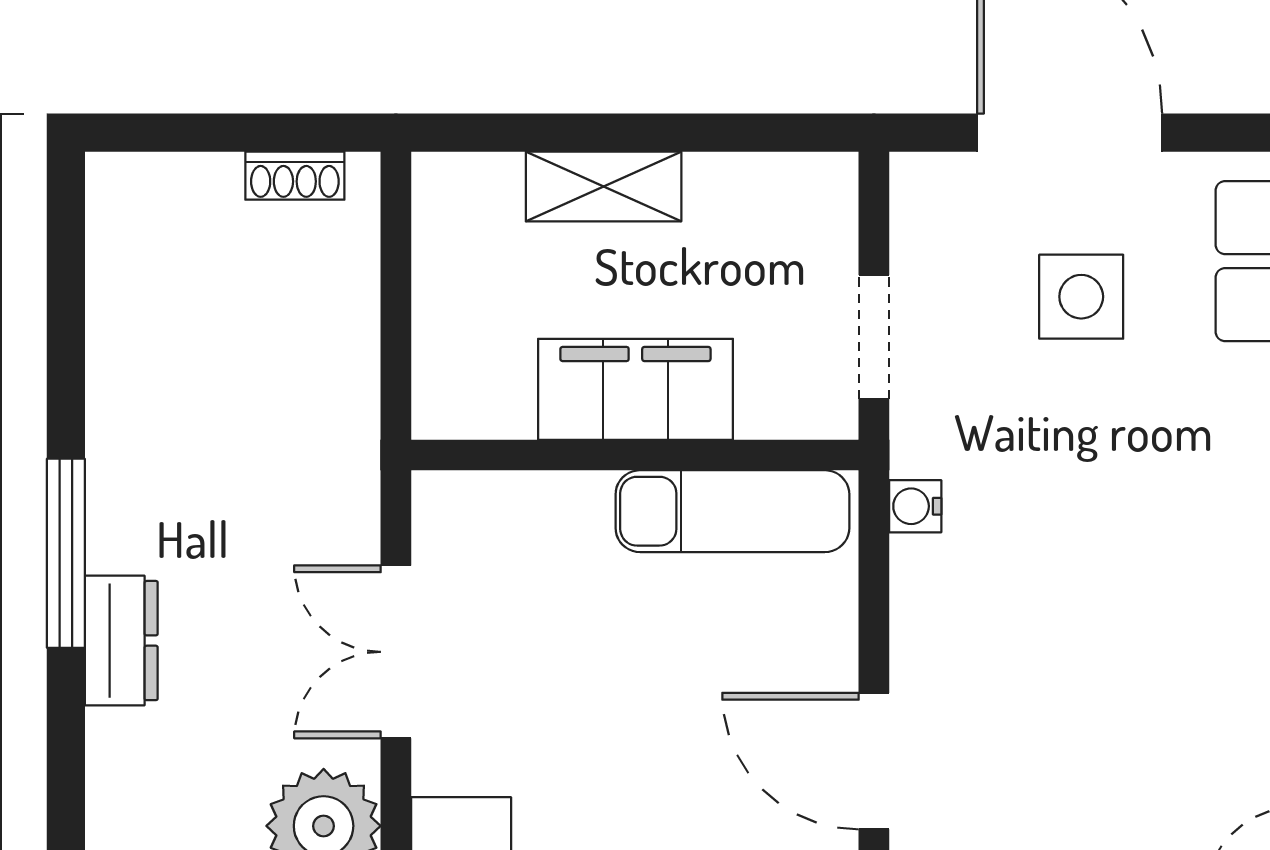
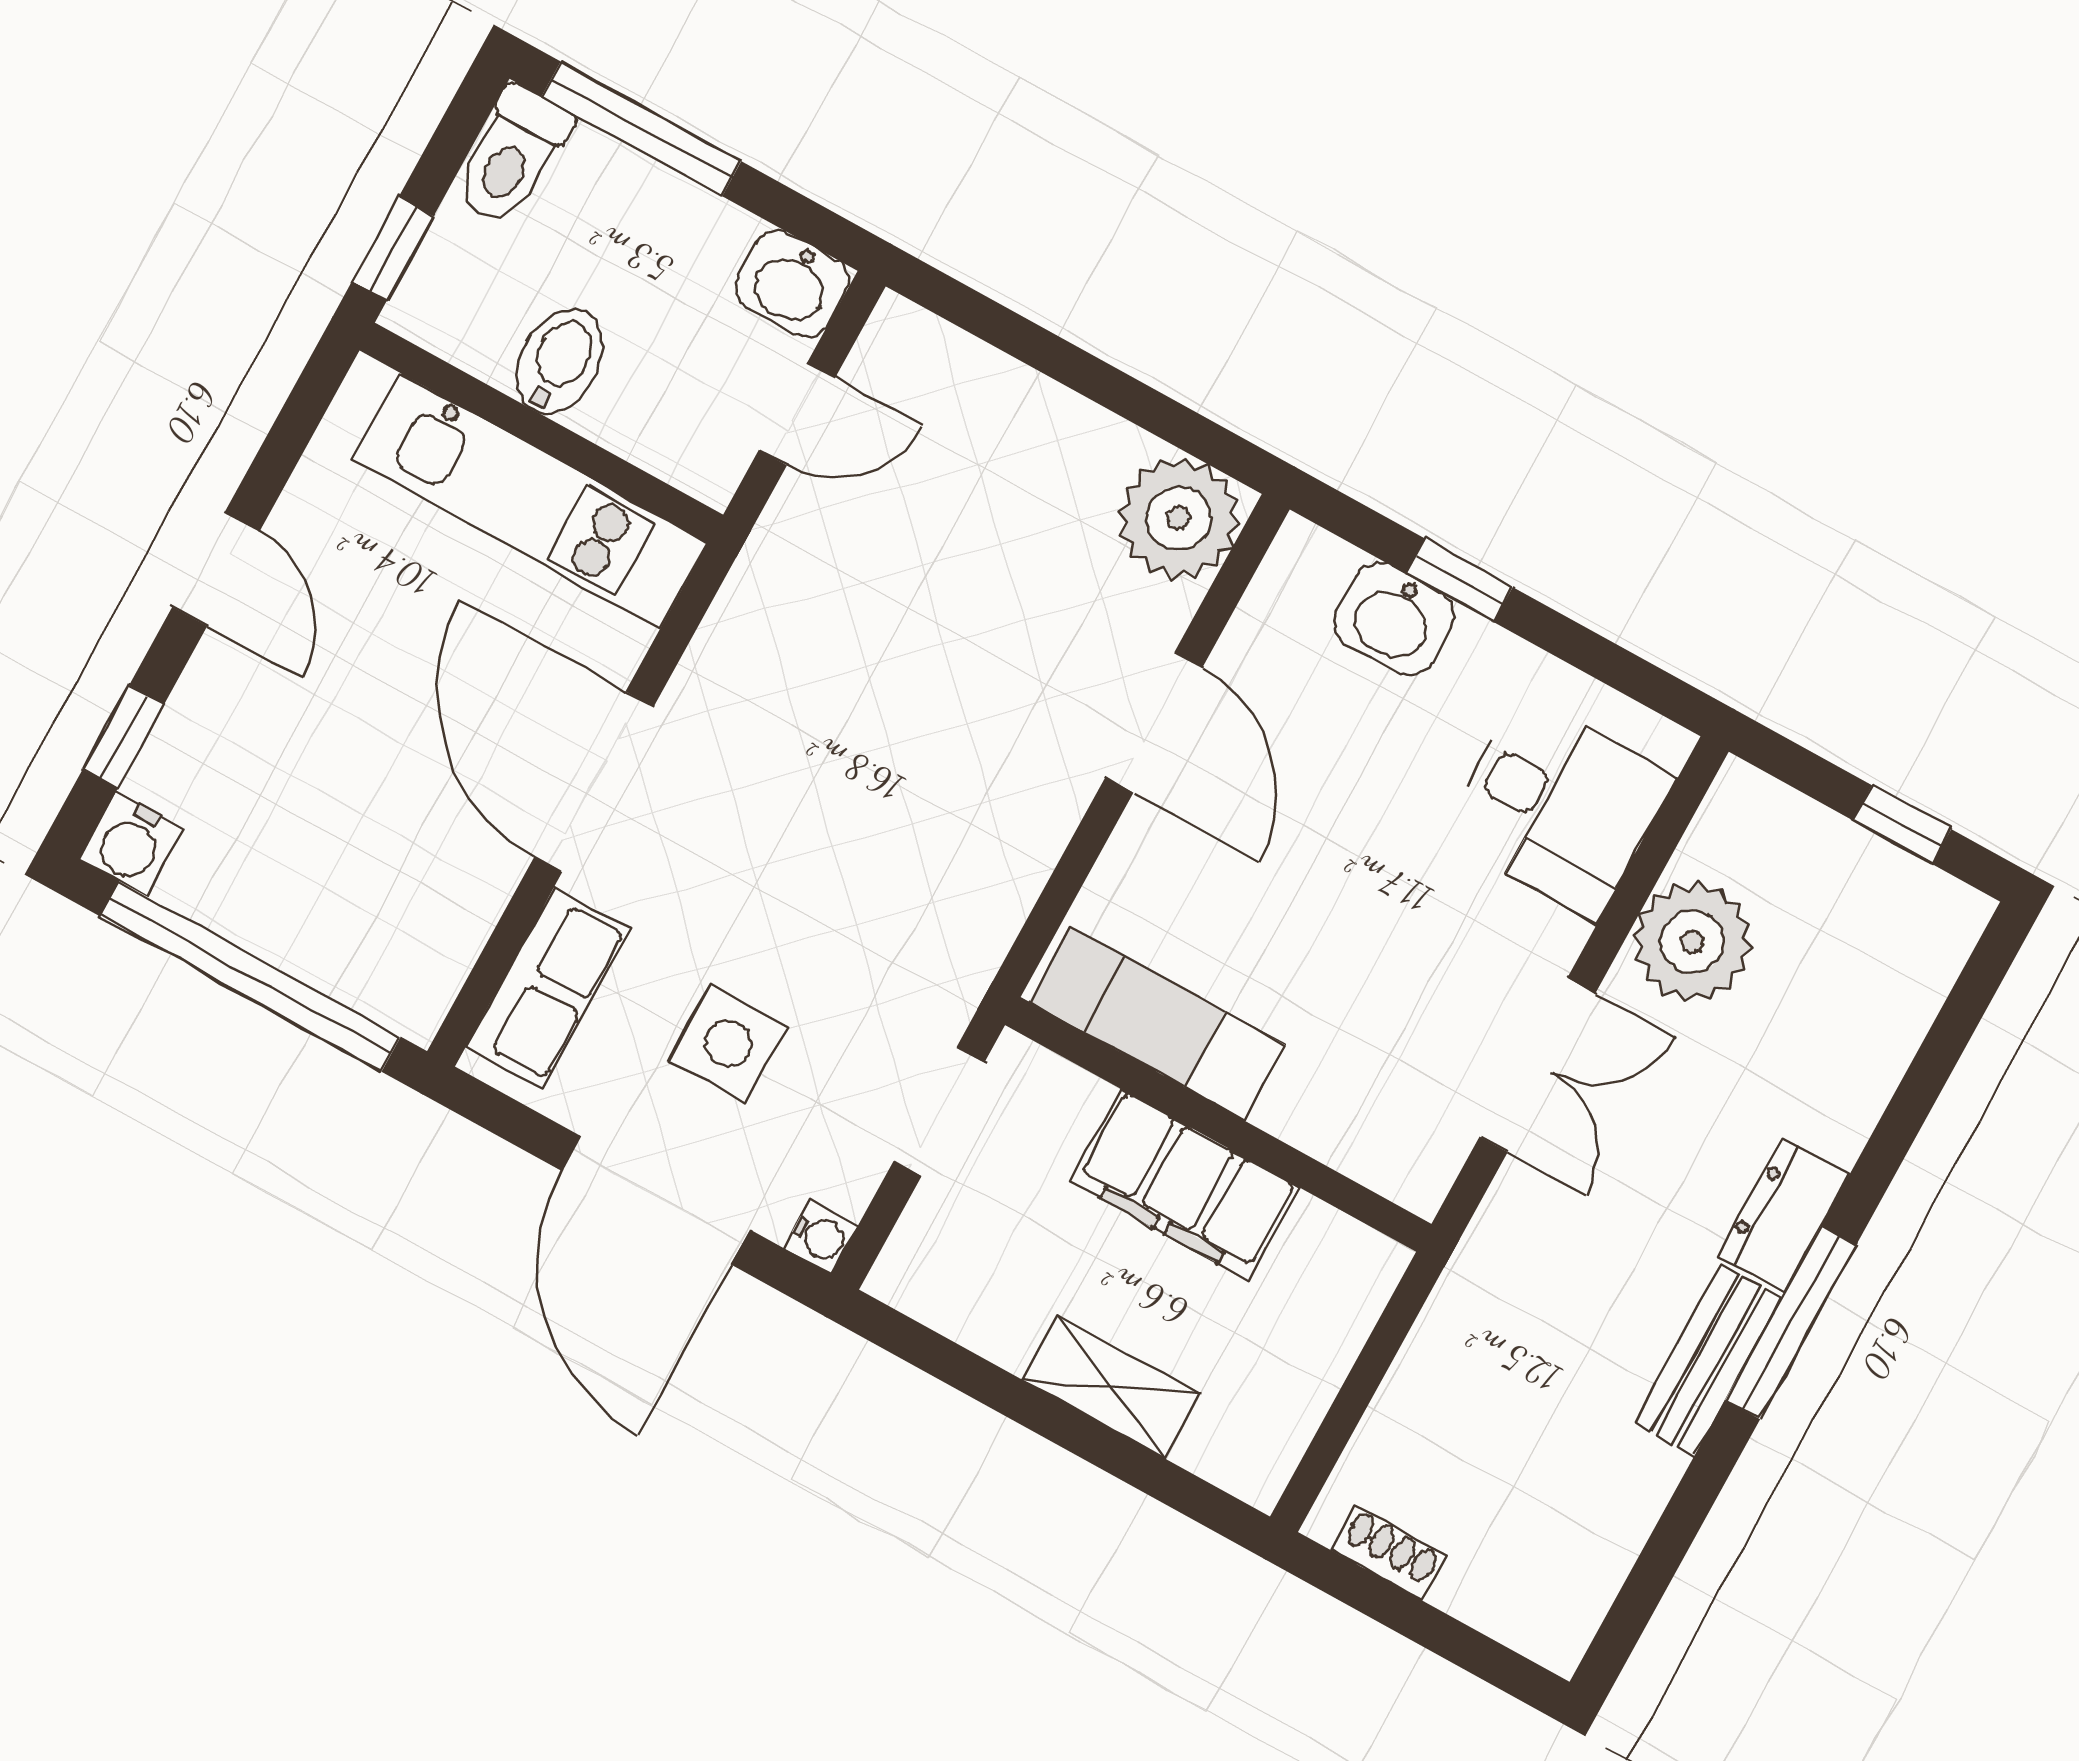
bench: (118, 484) -> (1708, 1360), added
water cooler: (915, 506) -> (820, 1237), moved

